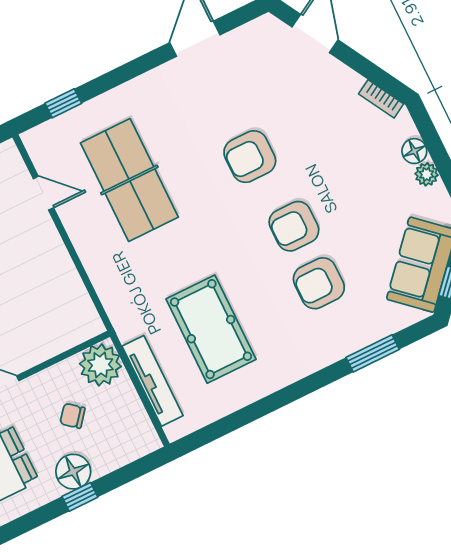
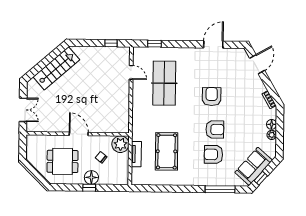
armchair: (250, 157) -> (212, 97), turned 90
armchair: (294, 226) -> (215, 129), turned 180
window: (373, 353) -> (220, 189), width x1.44
tv unit: (153, 381) -> (136, 154), width x0.71

